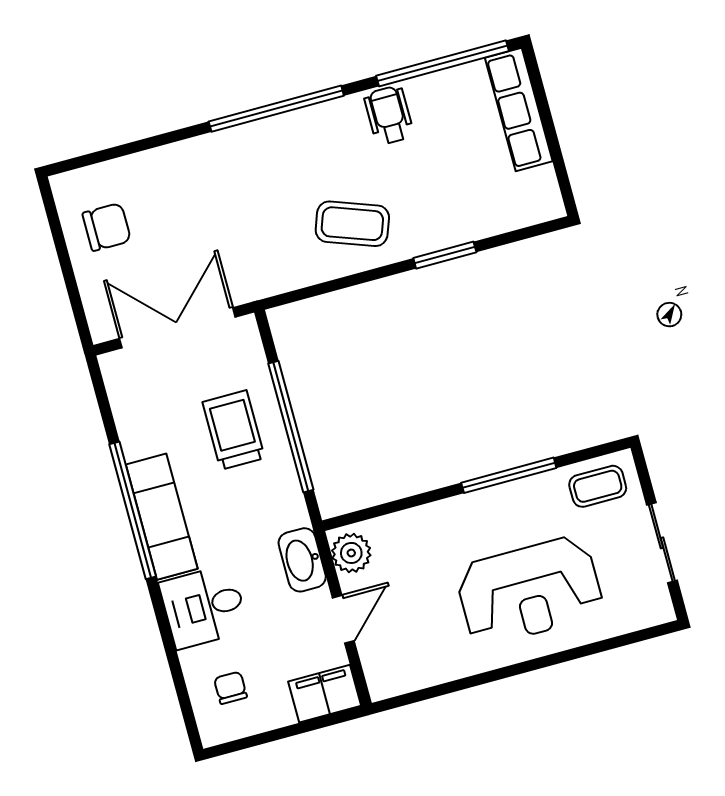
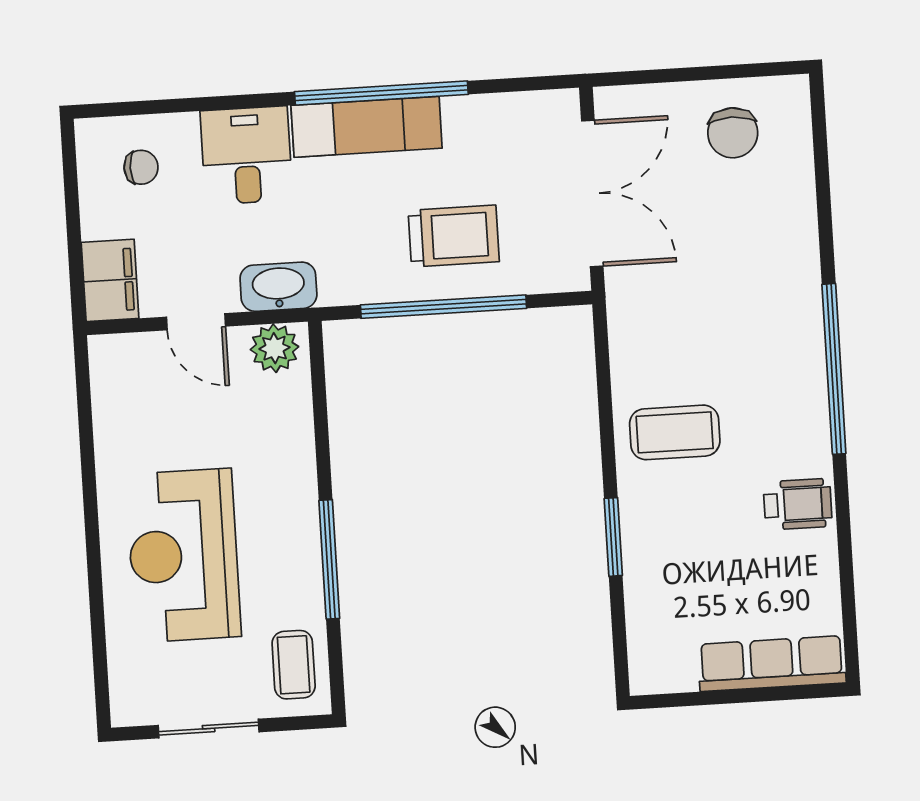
window: (443, 63) -> (847, 582), removed
coffee table: (352, 224) -> (675, 432), turned 70

